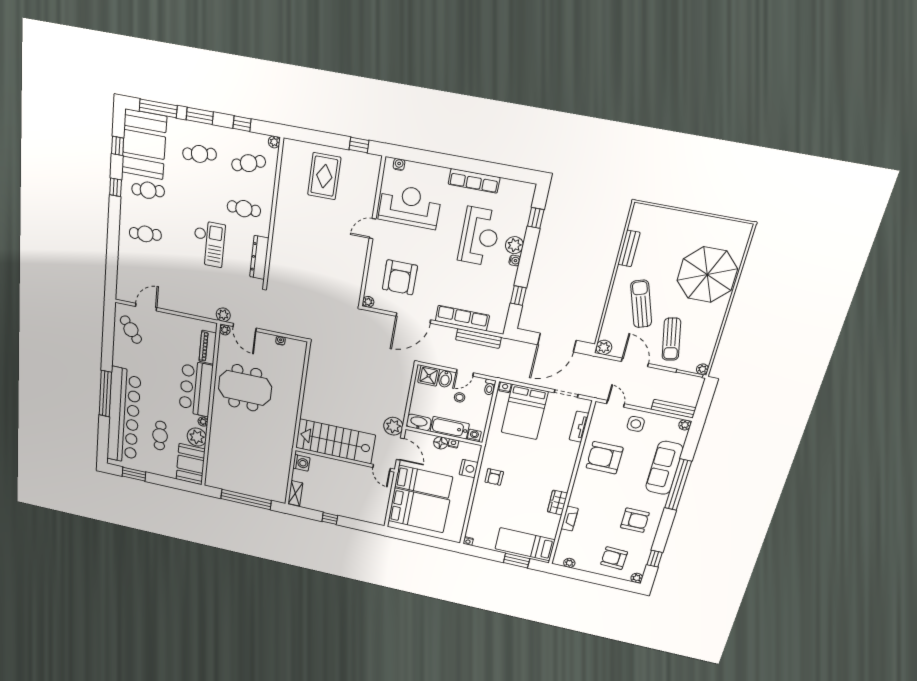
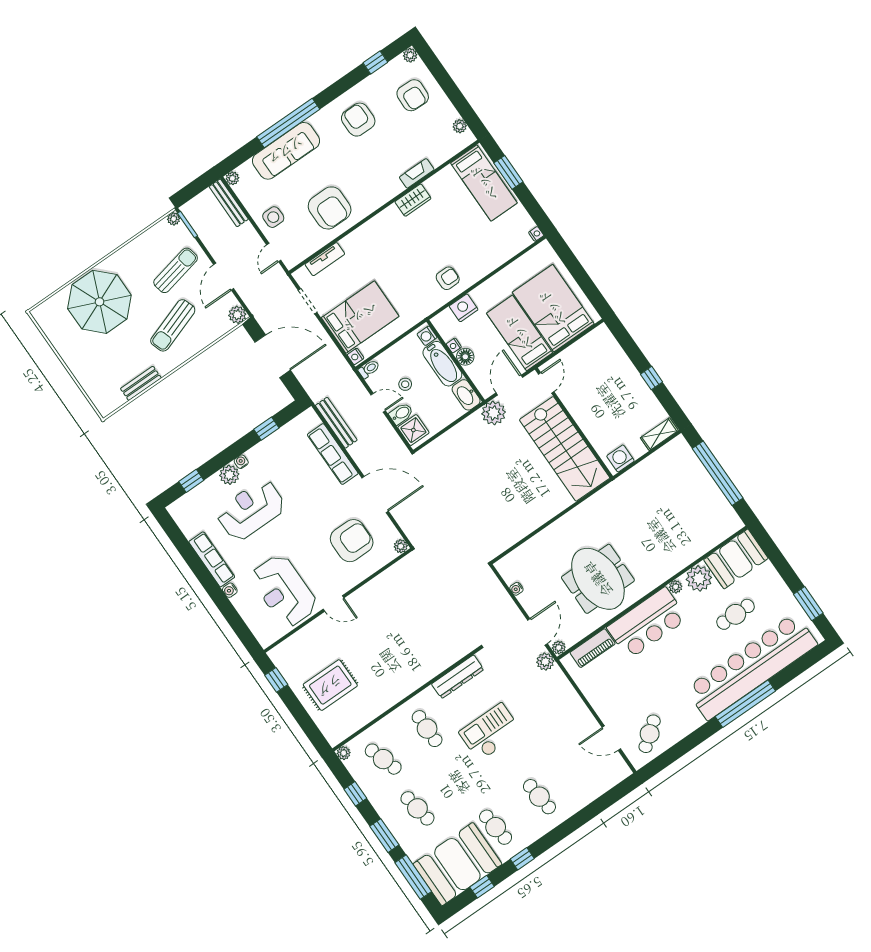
water cooler: (399, 164) -> (230, 590), moved

